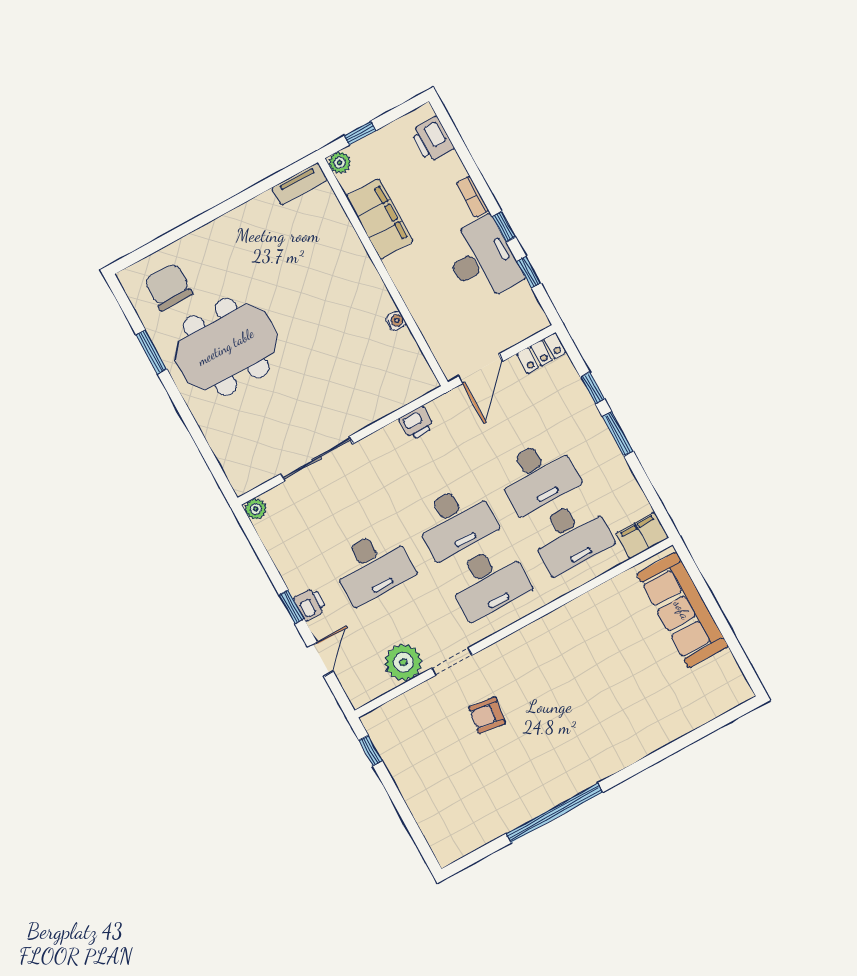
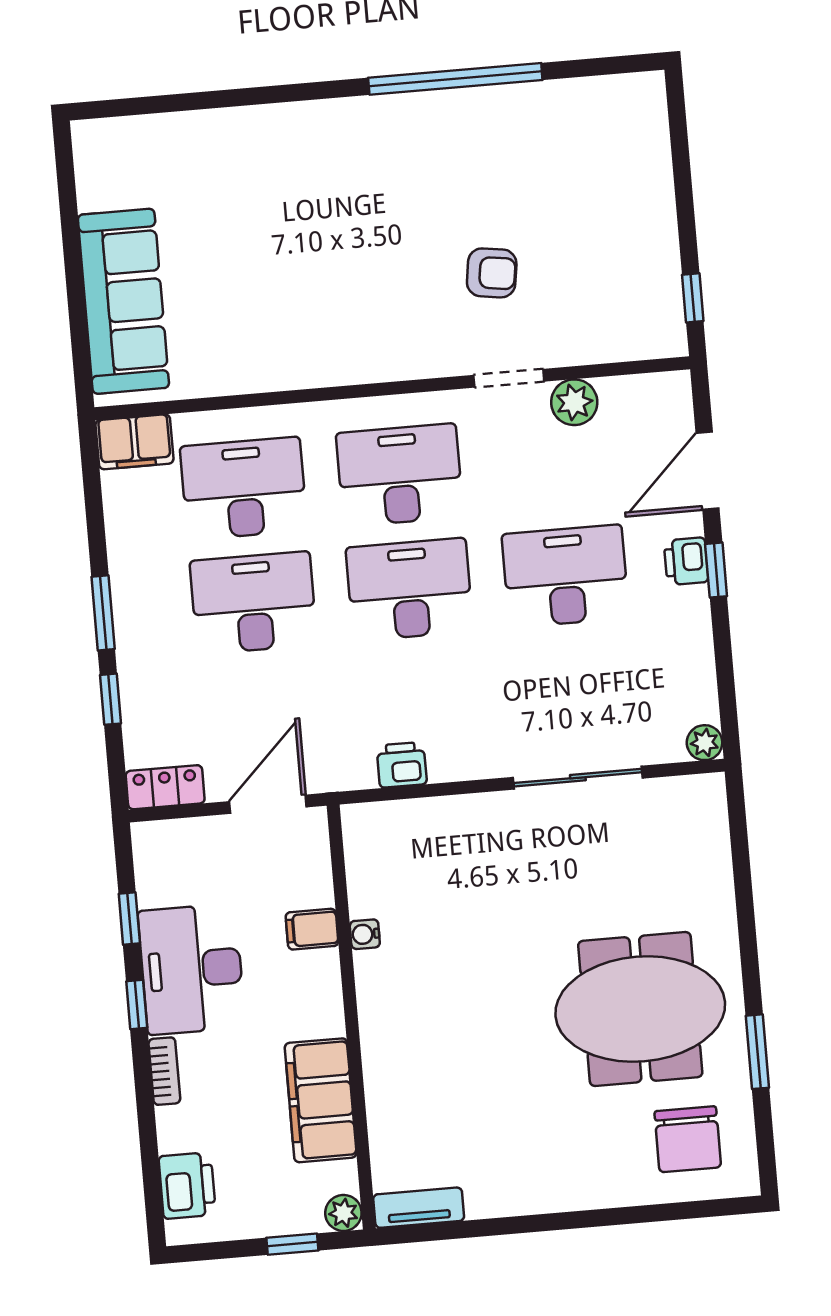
filing cabinet: (426, 311) -> (312, 929), added
door: (320, 659) -> (708, 471), width x1.38
plant: (403, 662) -> (574, 402), width x0.73, depth x0.73

